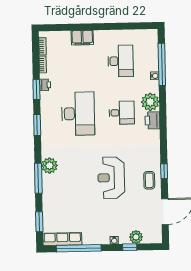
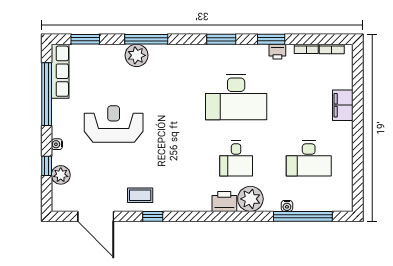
plant: (49, 166) -> (137, 55), moved
reception desk: (111, 178) -> (114, 124), moved

